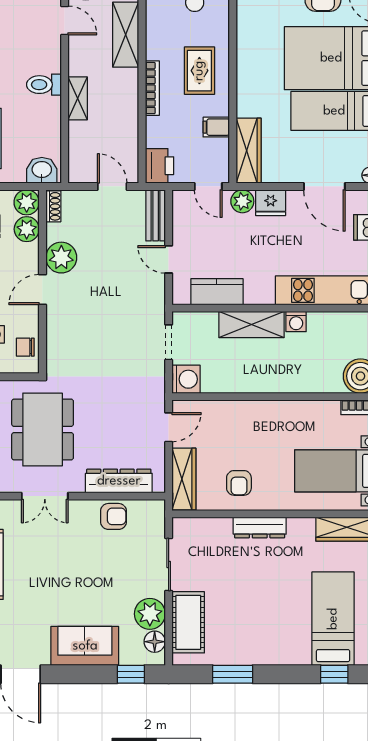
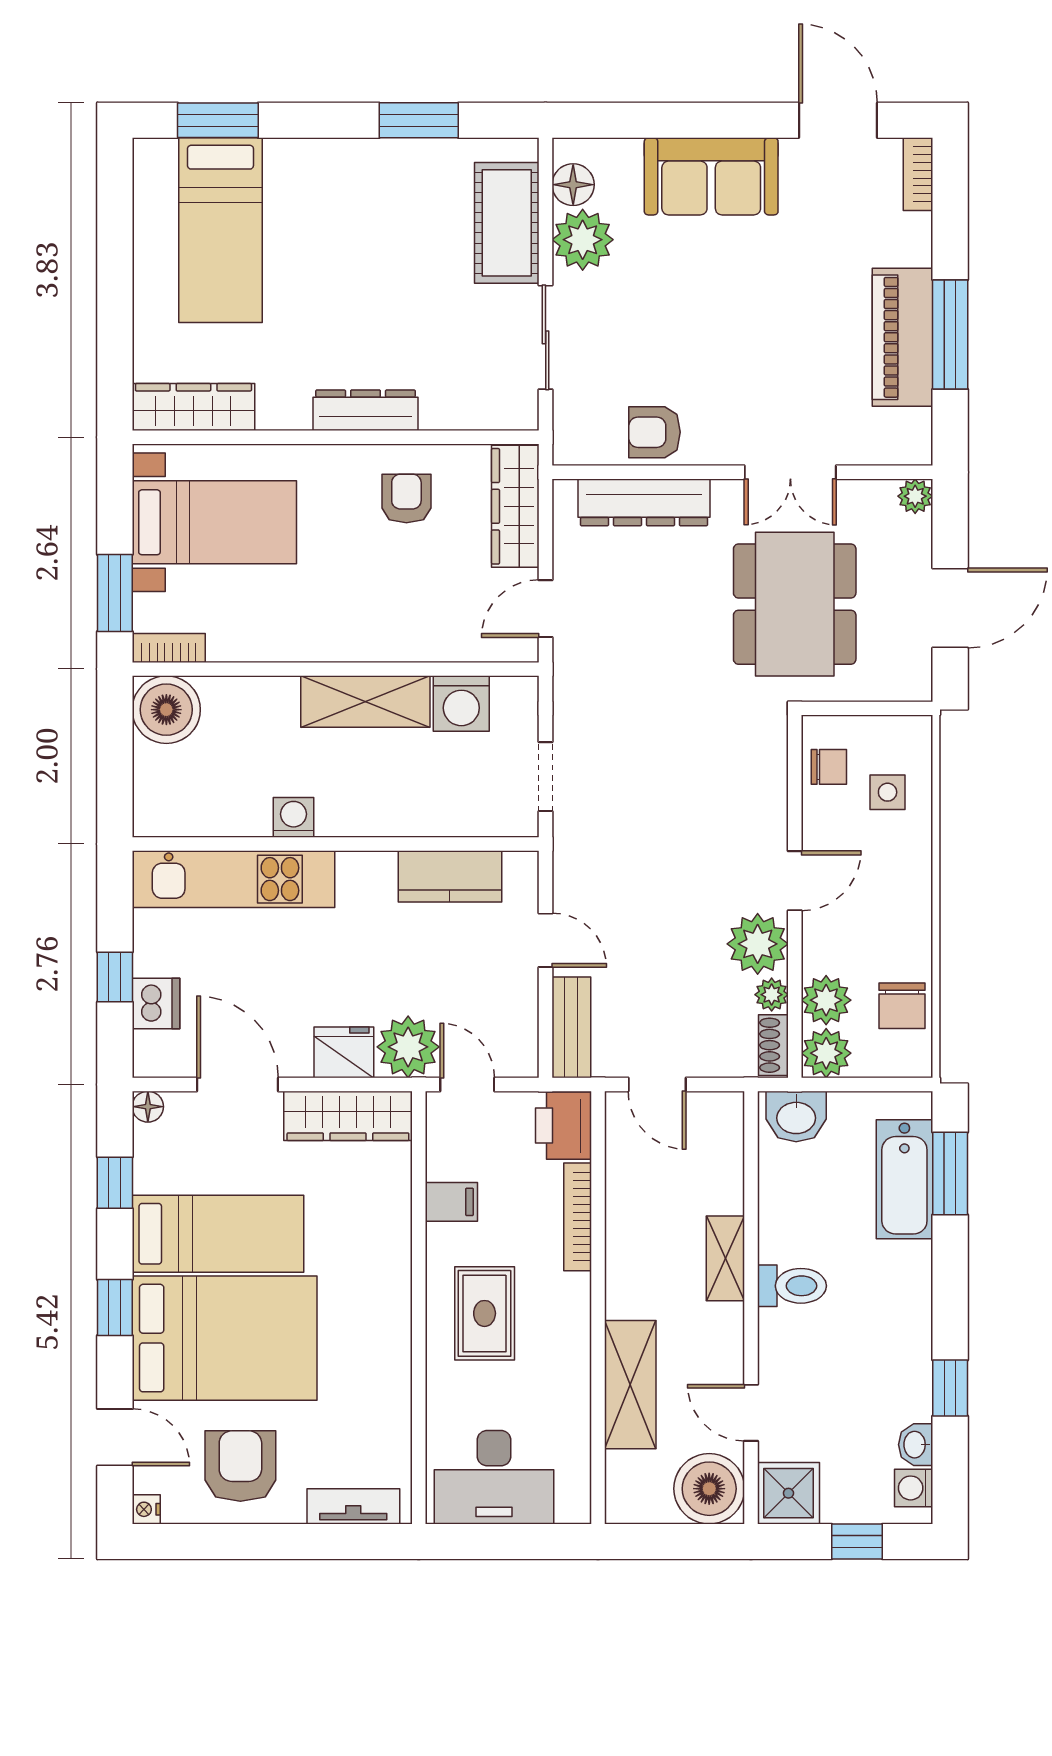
bookcase: (152, 88) -> (578, 1217), moved
wardrobe: (249, 151) -> (348, 1116), moved, turned -90
plant: (242, 201) -> (408, 1047), width x1.36, depth x1.36
plant: (54, 232) -> (772, 995), added
shelving: (252, 325) -> (365, 701), moved
washing machine: (186, 379) -> (461, 704), moved, turned -90
double door: (45, 496) -> (790, 472), swing flipped
window: (131, 674) -> (620, 120), removed
window: (334, 674) -> (218, 120), width x1.50

